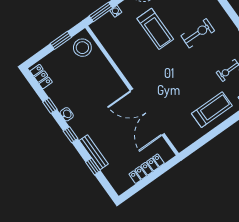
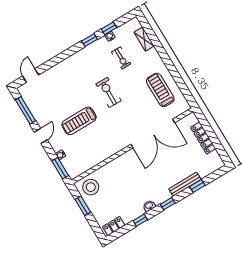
treadmill: (155, 29) -> (79, 121), turned 180
exercise bike: (198, 33) -> (108, 92), moved
treadmill: (212, 110) -> (160, 90), moved

